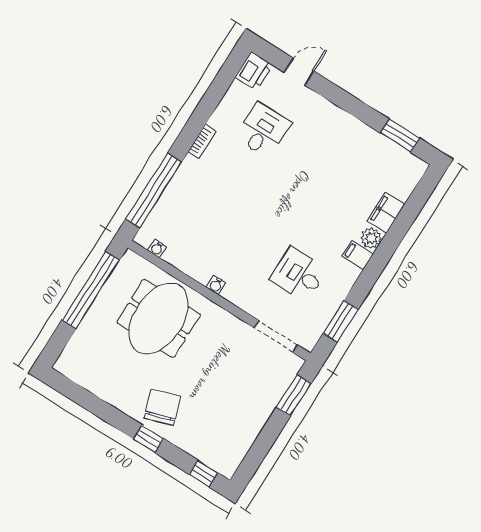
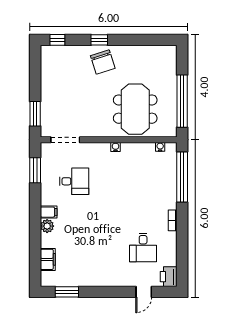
filing cabinet: (386, 213) -> (48, 259), moved

